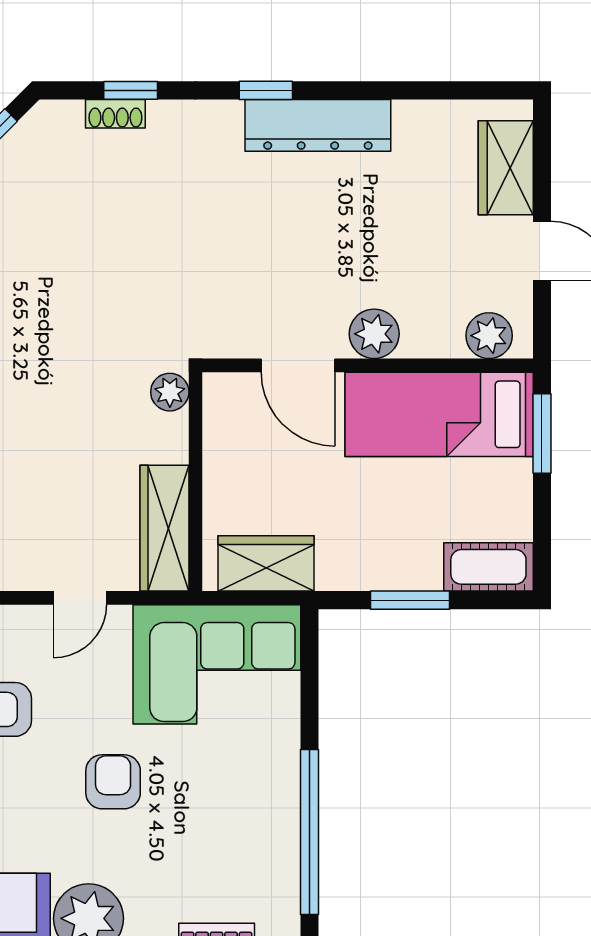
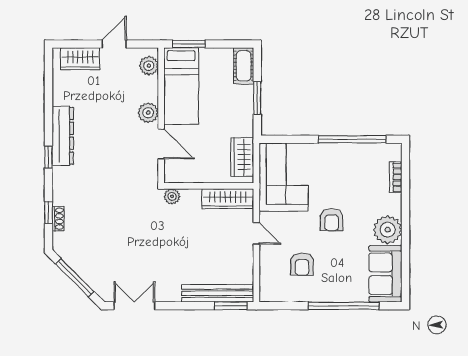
door: (298, 365) -> (161, 144), hinge flipped
armchair: (113, 782) -> (332, 220), turned -90

